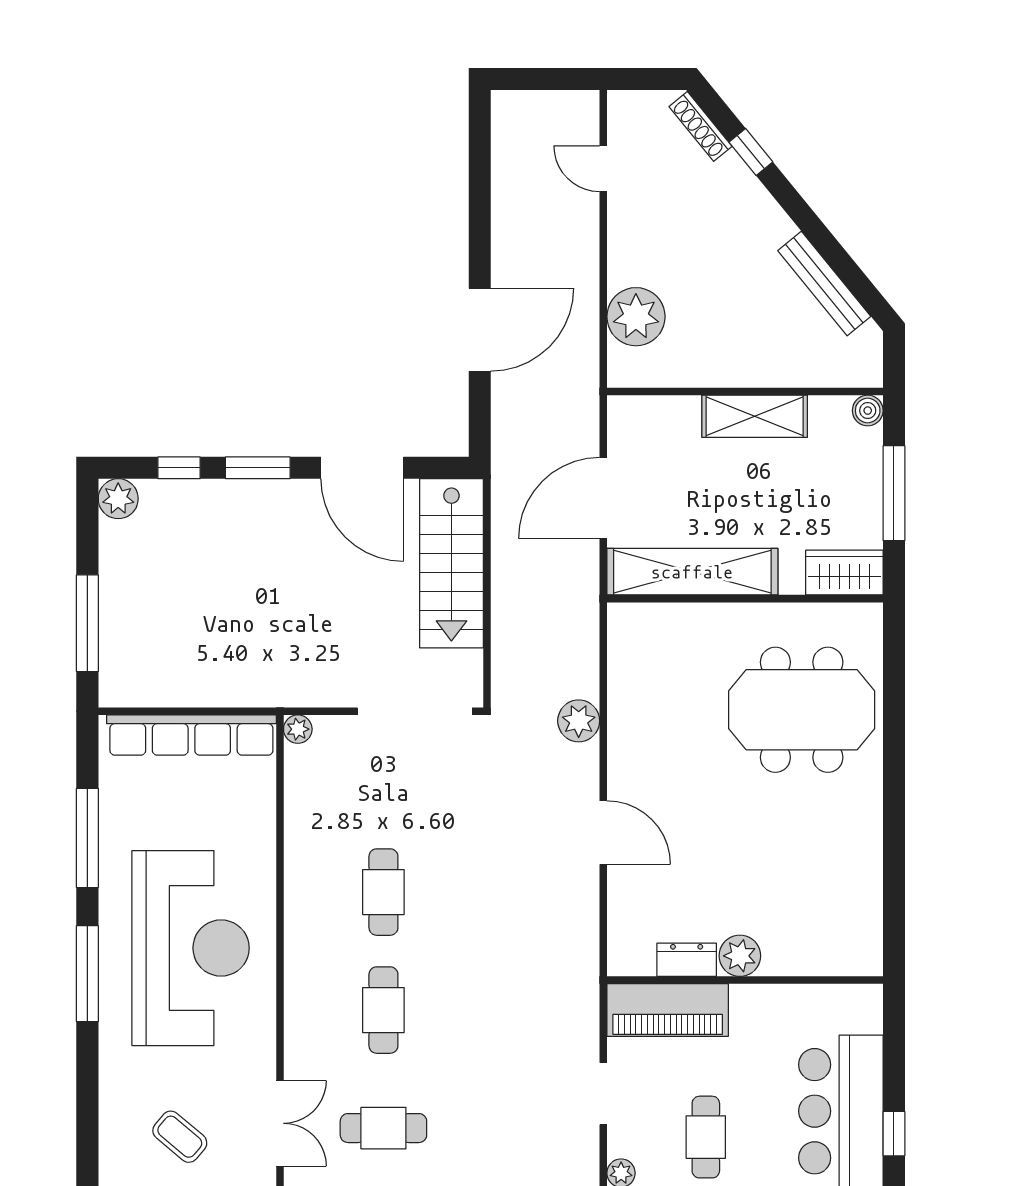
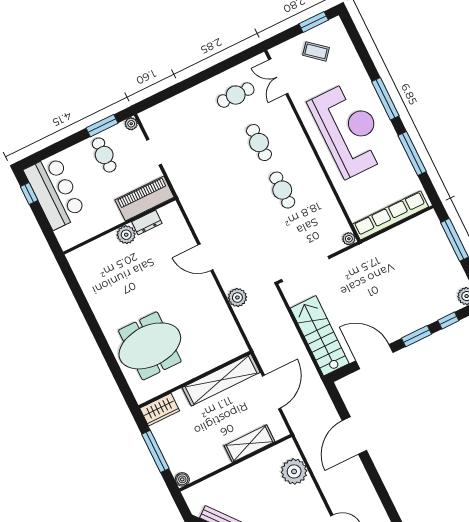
shelving: (755, 416) -> (249, 444), moved
reception desk: (191, 948) -> (349, 129), turned 180

